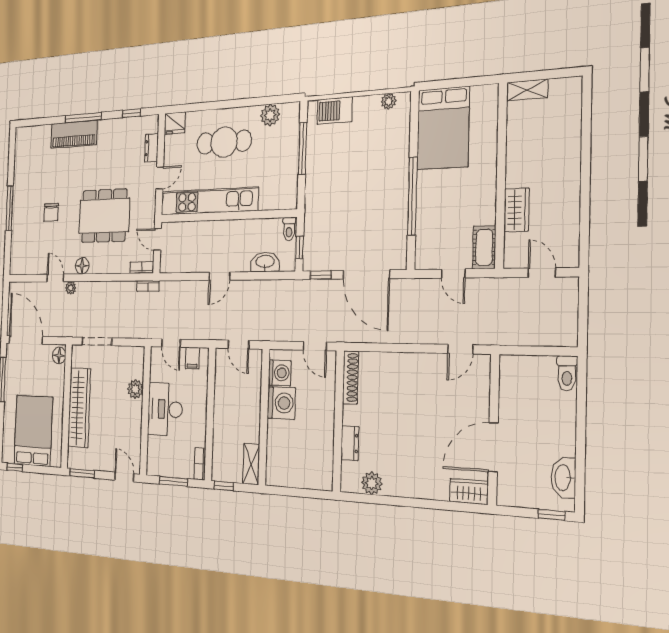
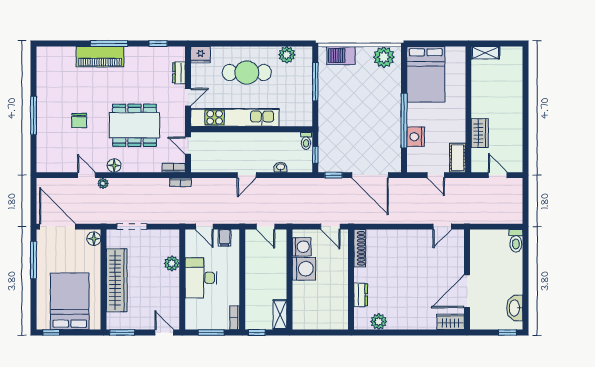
plant: (389, 101) -> (384, 57), width x1.88, depth x1.88
nightstand: (427, 218) -> (416, 137), added
washbasin: (265, 262) -> (281, 167), width x0.52, depth x0.69

